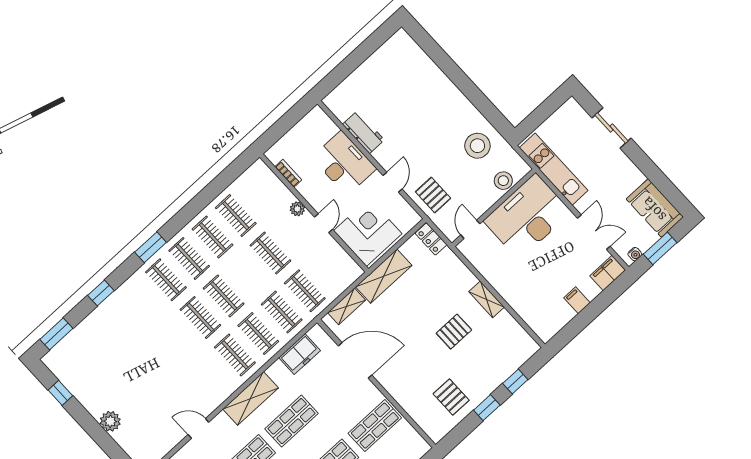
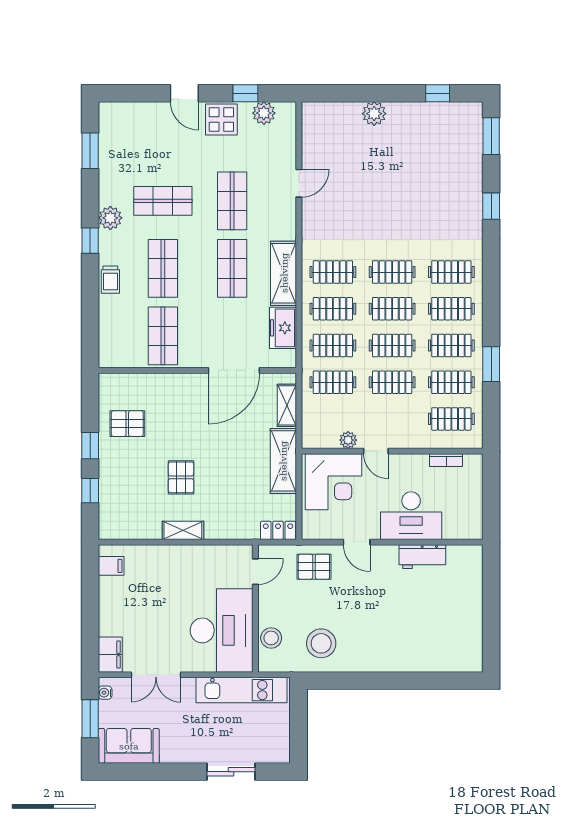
clothes rail: (259, 194) -> (451, 419), added
plant: (297, 209) -> (348, 440), moved
door: (470, 229) -> (255, 572), hinge flipped
window: (151, 247) -> (491, 364), moved
clothes rail: (247, 275) -> (392, 345), added
filing cabinet: (577, 300) -> (111, 566), moved
shelving: (251, 398) -> (284, 273), moved

